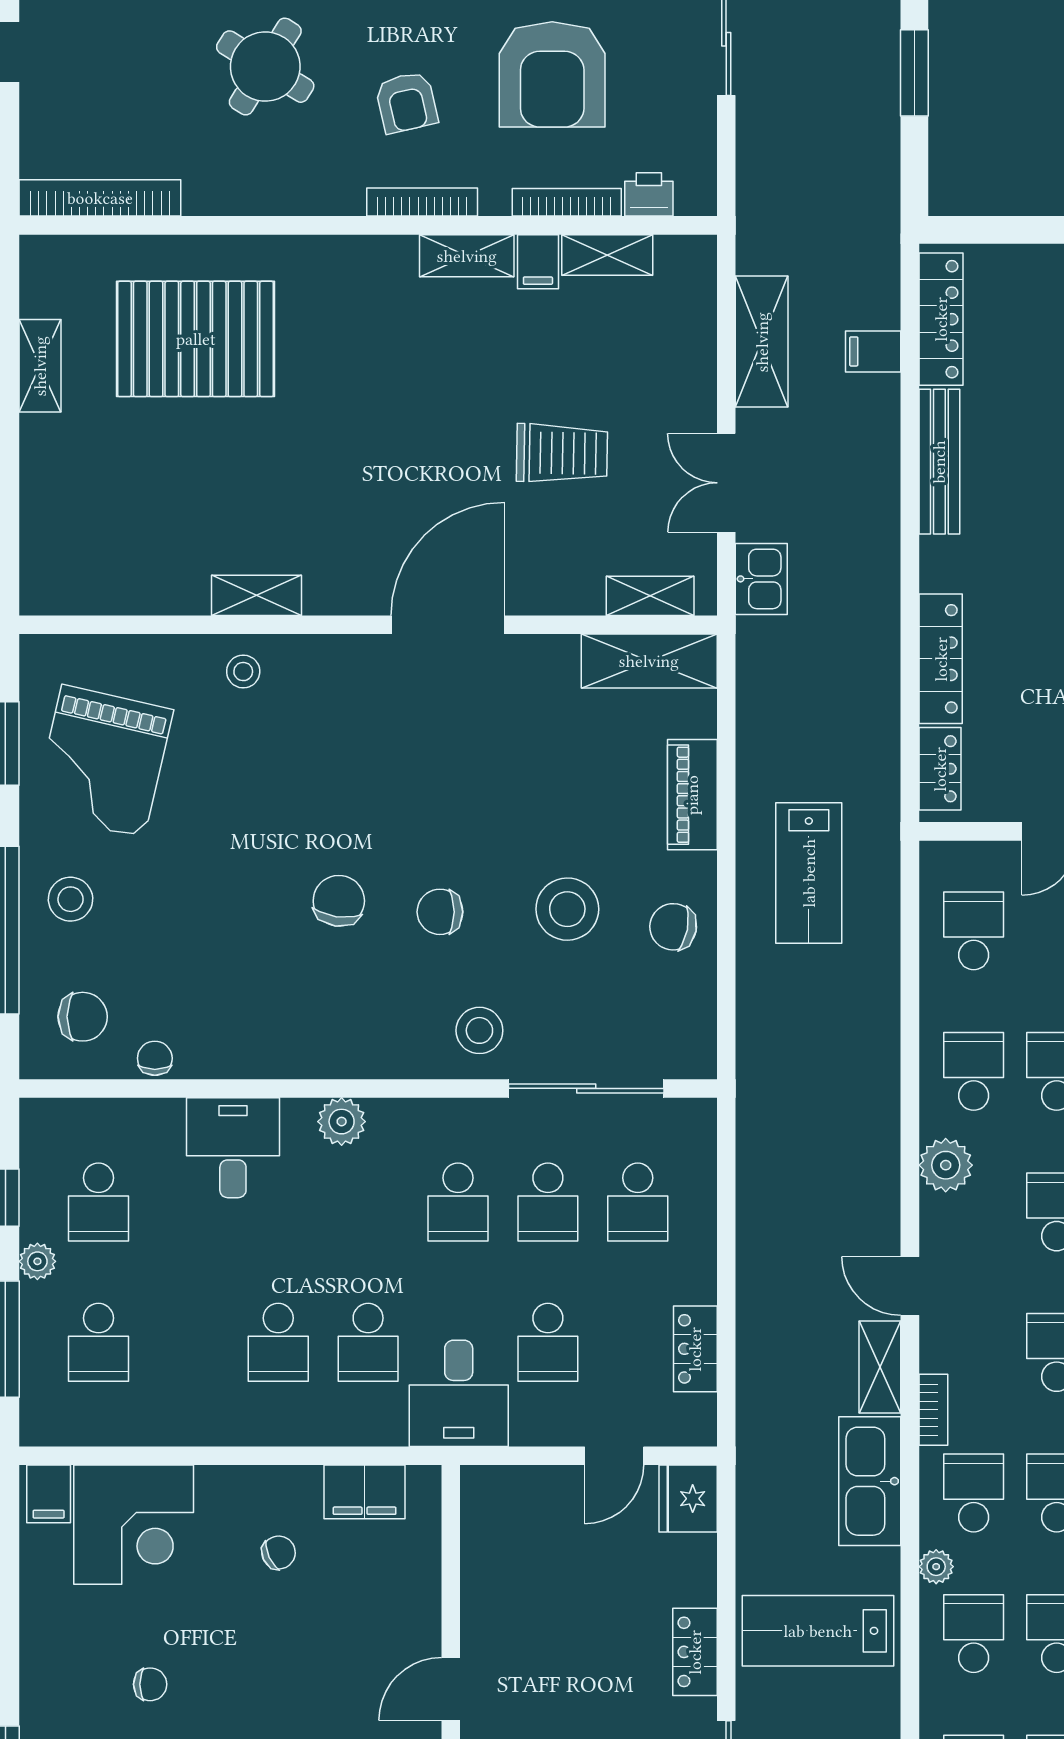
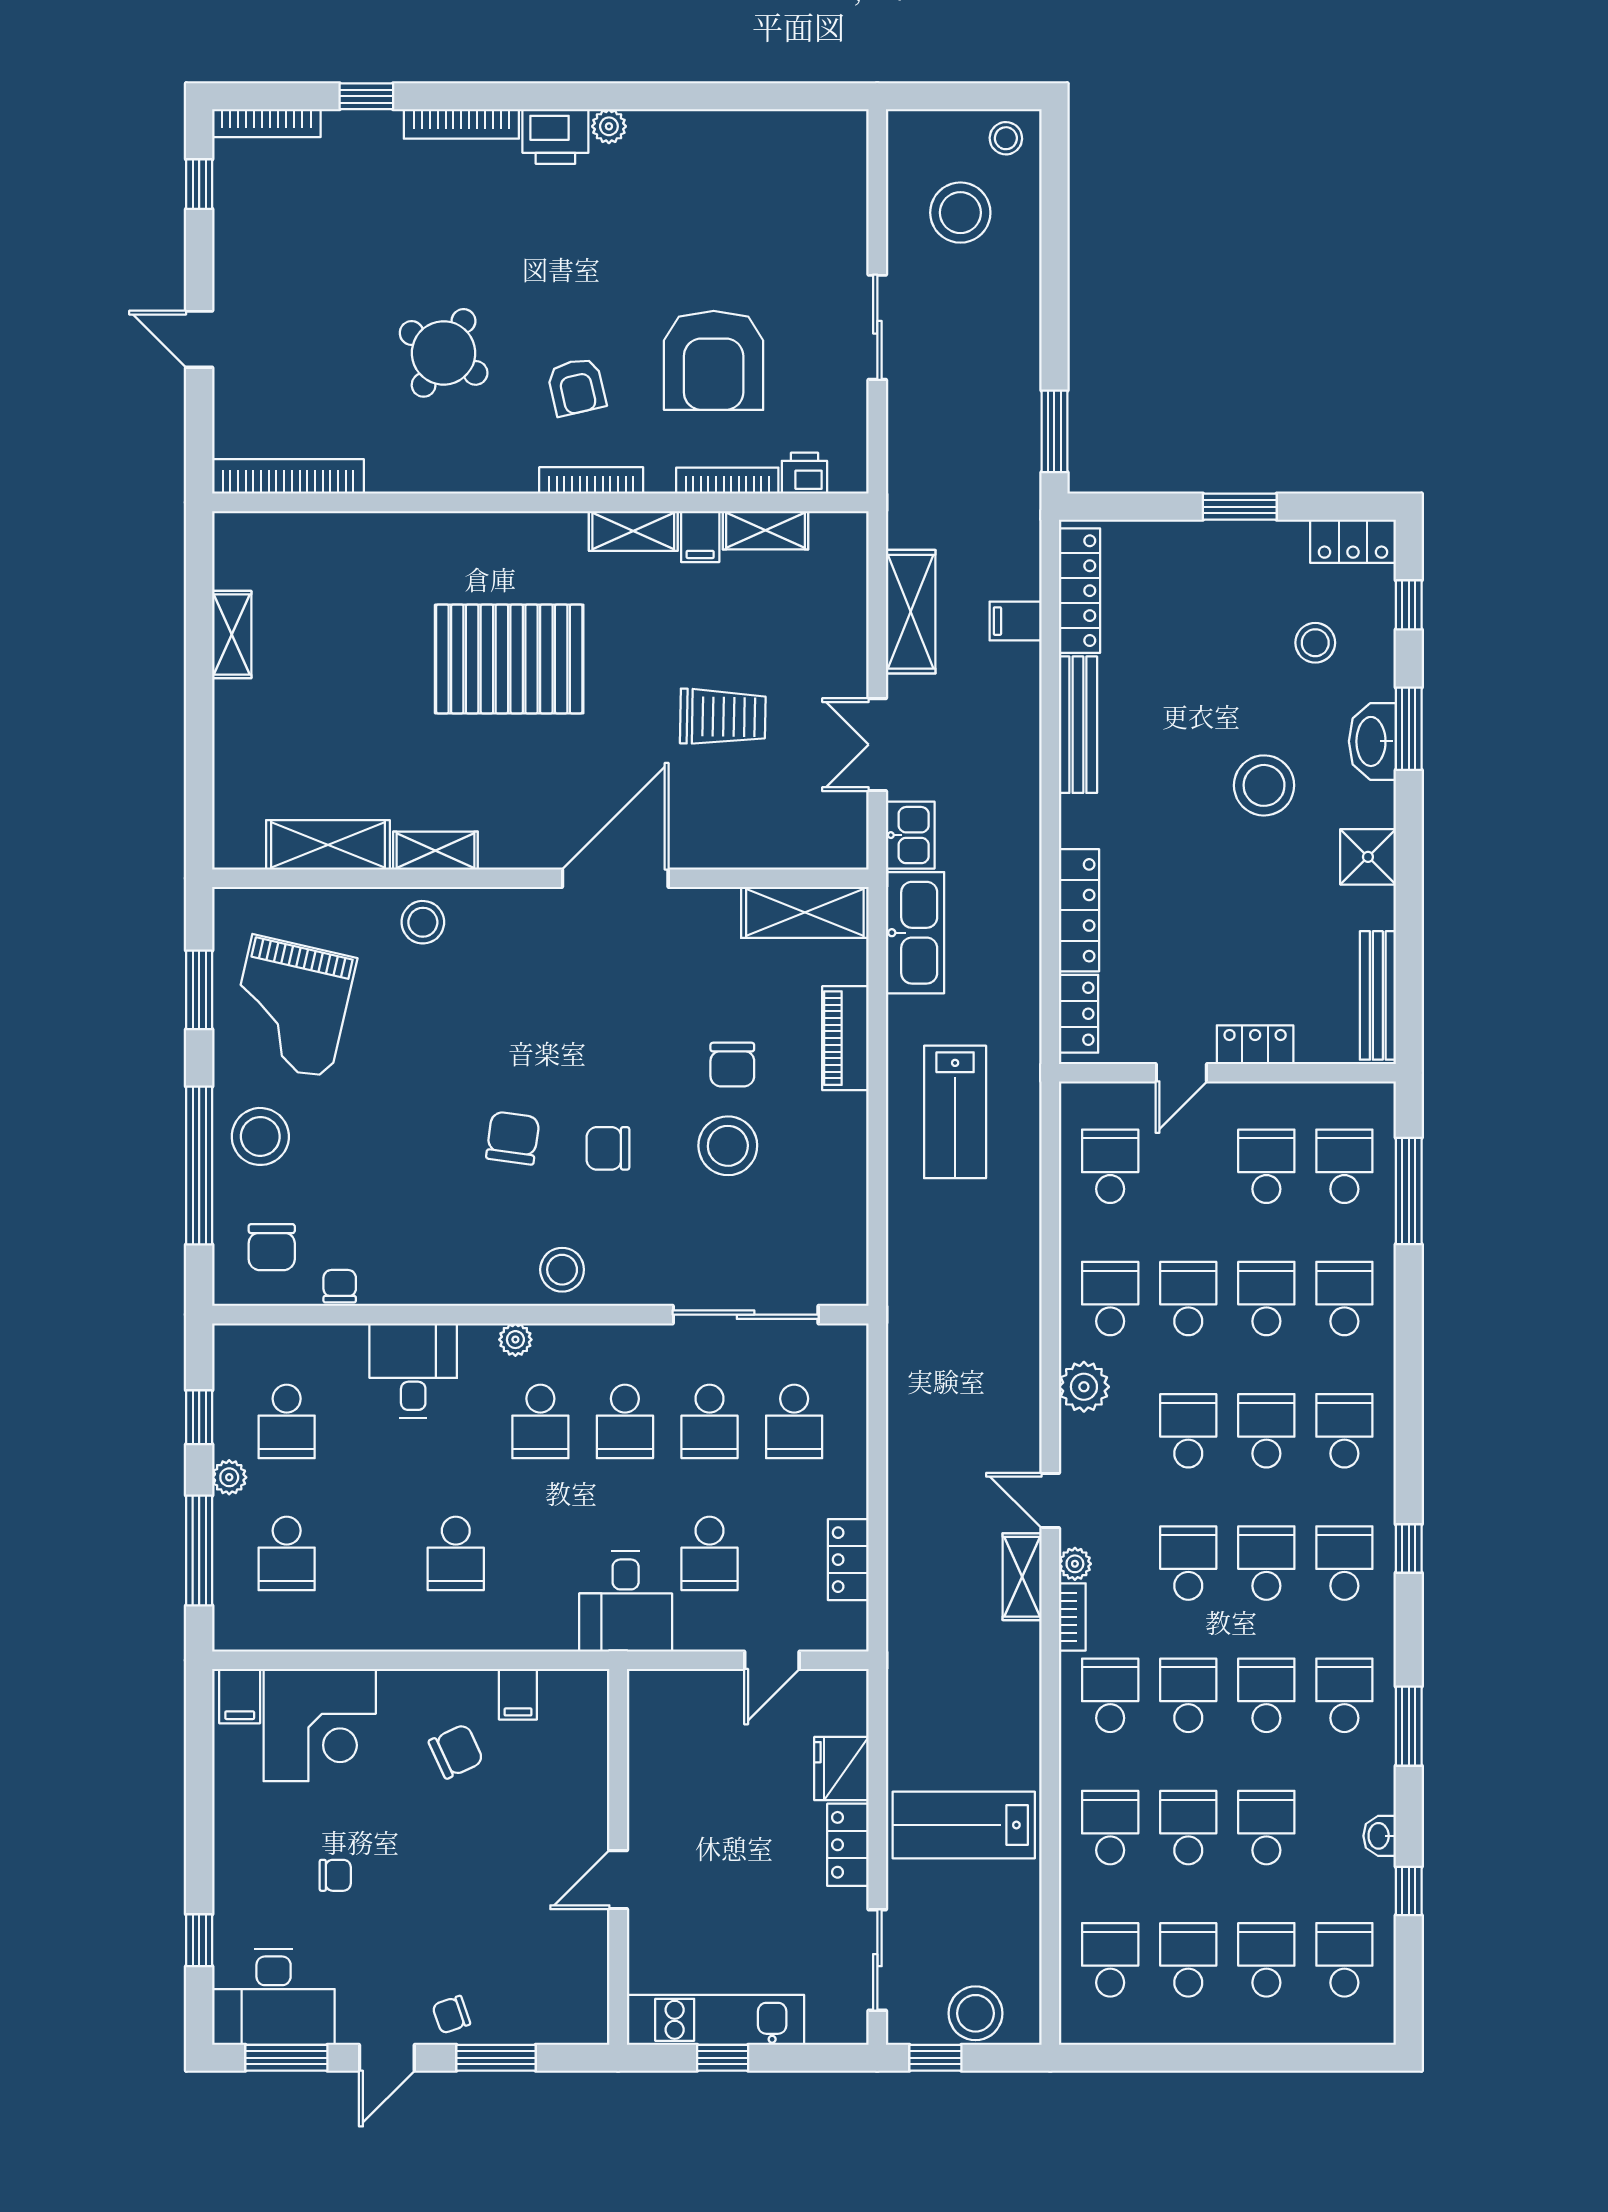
window: (914, 73) -> (1054, 431), moved
pallet: (196, 339) -> (509, 659), moved
shelving: (650, 596) -> (328, 845), moved, width x1.50, depth x1.33
stool: (243, 672) -> (423, 922), width x1.37, depth x1.37
stool: (71, 899) -> (260, 1136), width x1.38, depth x1.38
chair: (673, 927) -> (732, 1065), moved, turned -101
chair: (83, 1017) -> (272, 1247), turned 90
stool: (479, 1030) -> (562, 1270), moved
plant: (342, 1122) -> (515, 1340), width x0.73, depth x0.73
school desk: (368, 1342) -> (540, 1421), moved
kitchen sink: (870, 1481) -> (915, 933), moved, turned 180
filing cabinet: (365, 1492) -> (518, 1694), width x0.50
fridge: (688, 1499) -> (841, 1769), moved
chair: (279, 1553) -> (456, 1751), width x1.37, depth x1.37
plant: (936, 1567) -> (1075, 1564), moved

